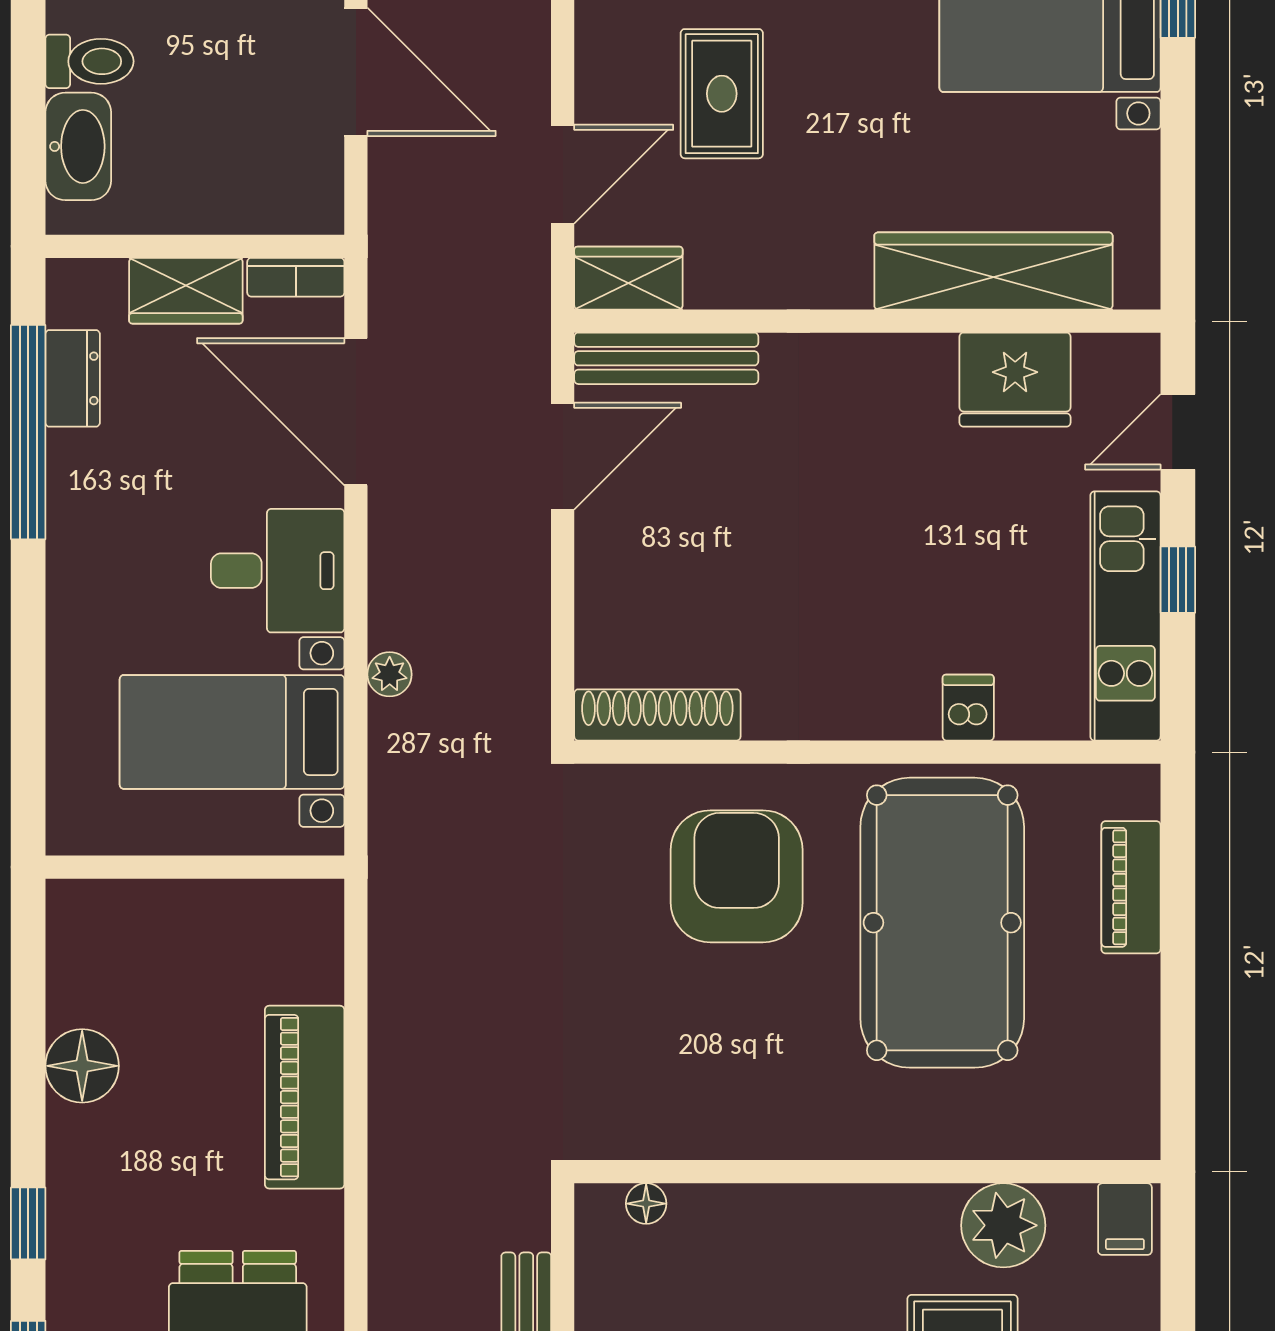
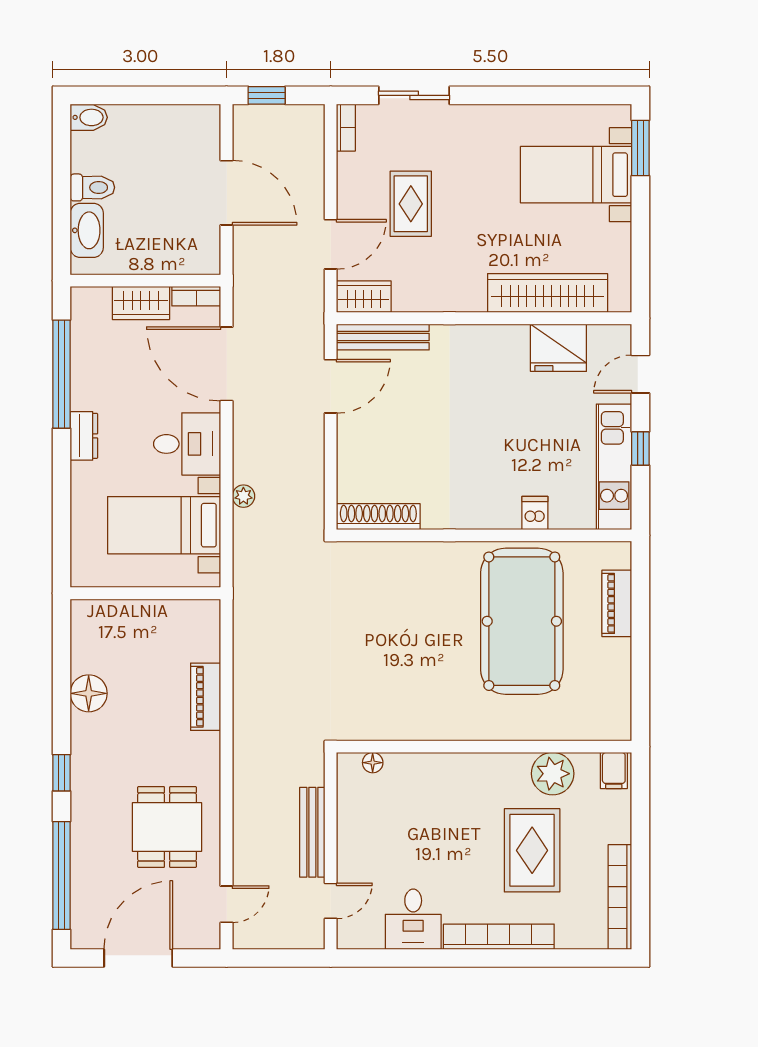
dresser: (73, 378) -> (84, 436), moved
armchair: (737, 876) -> (418, 598), removed
piano: (305, 1097) -> (206, 697), width x0.73, depth x0.75

